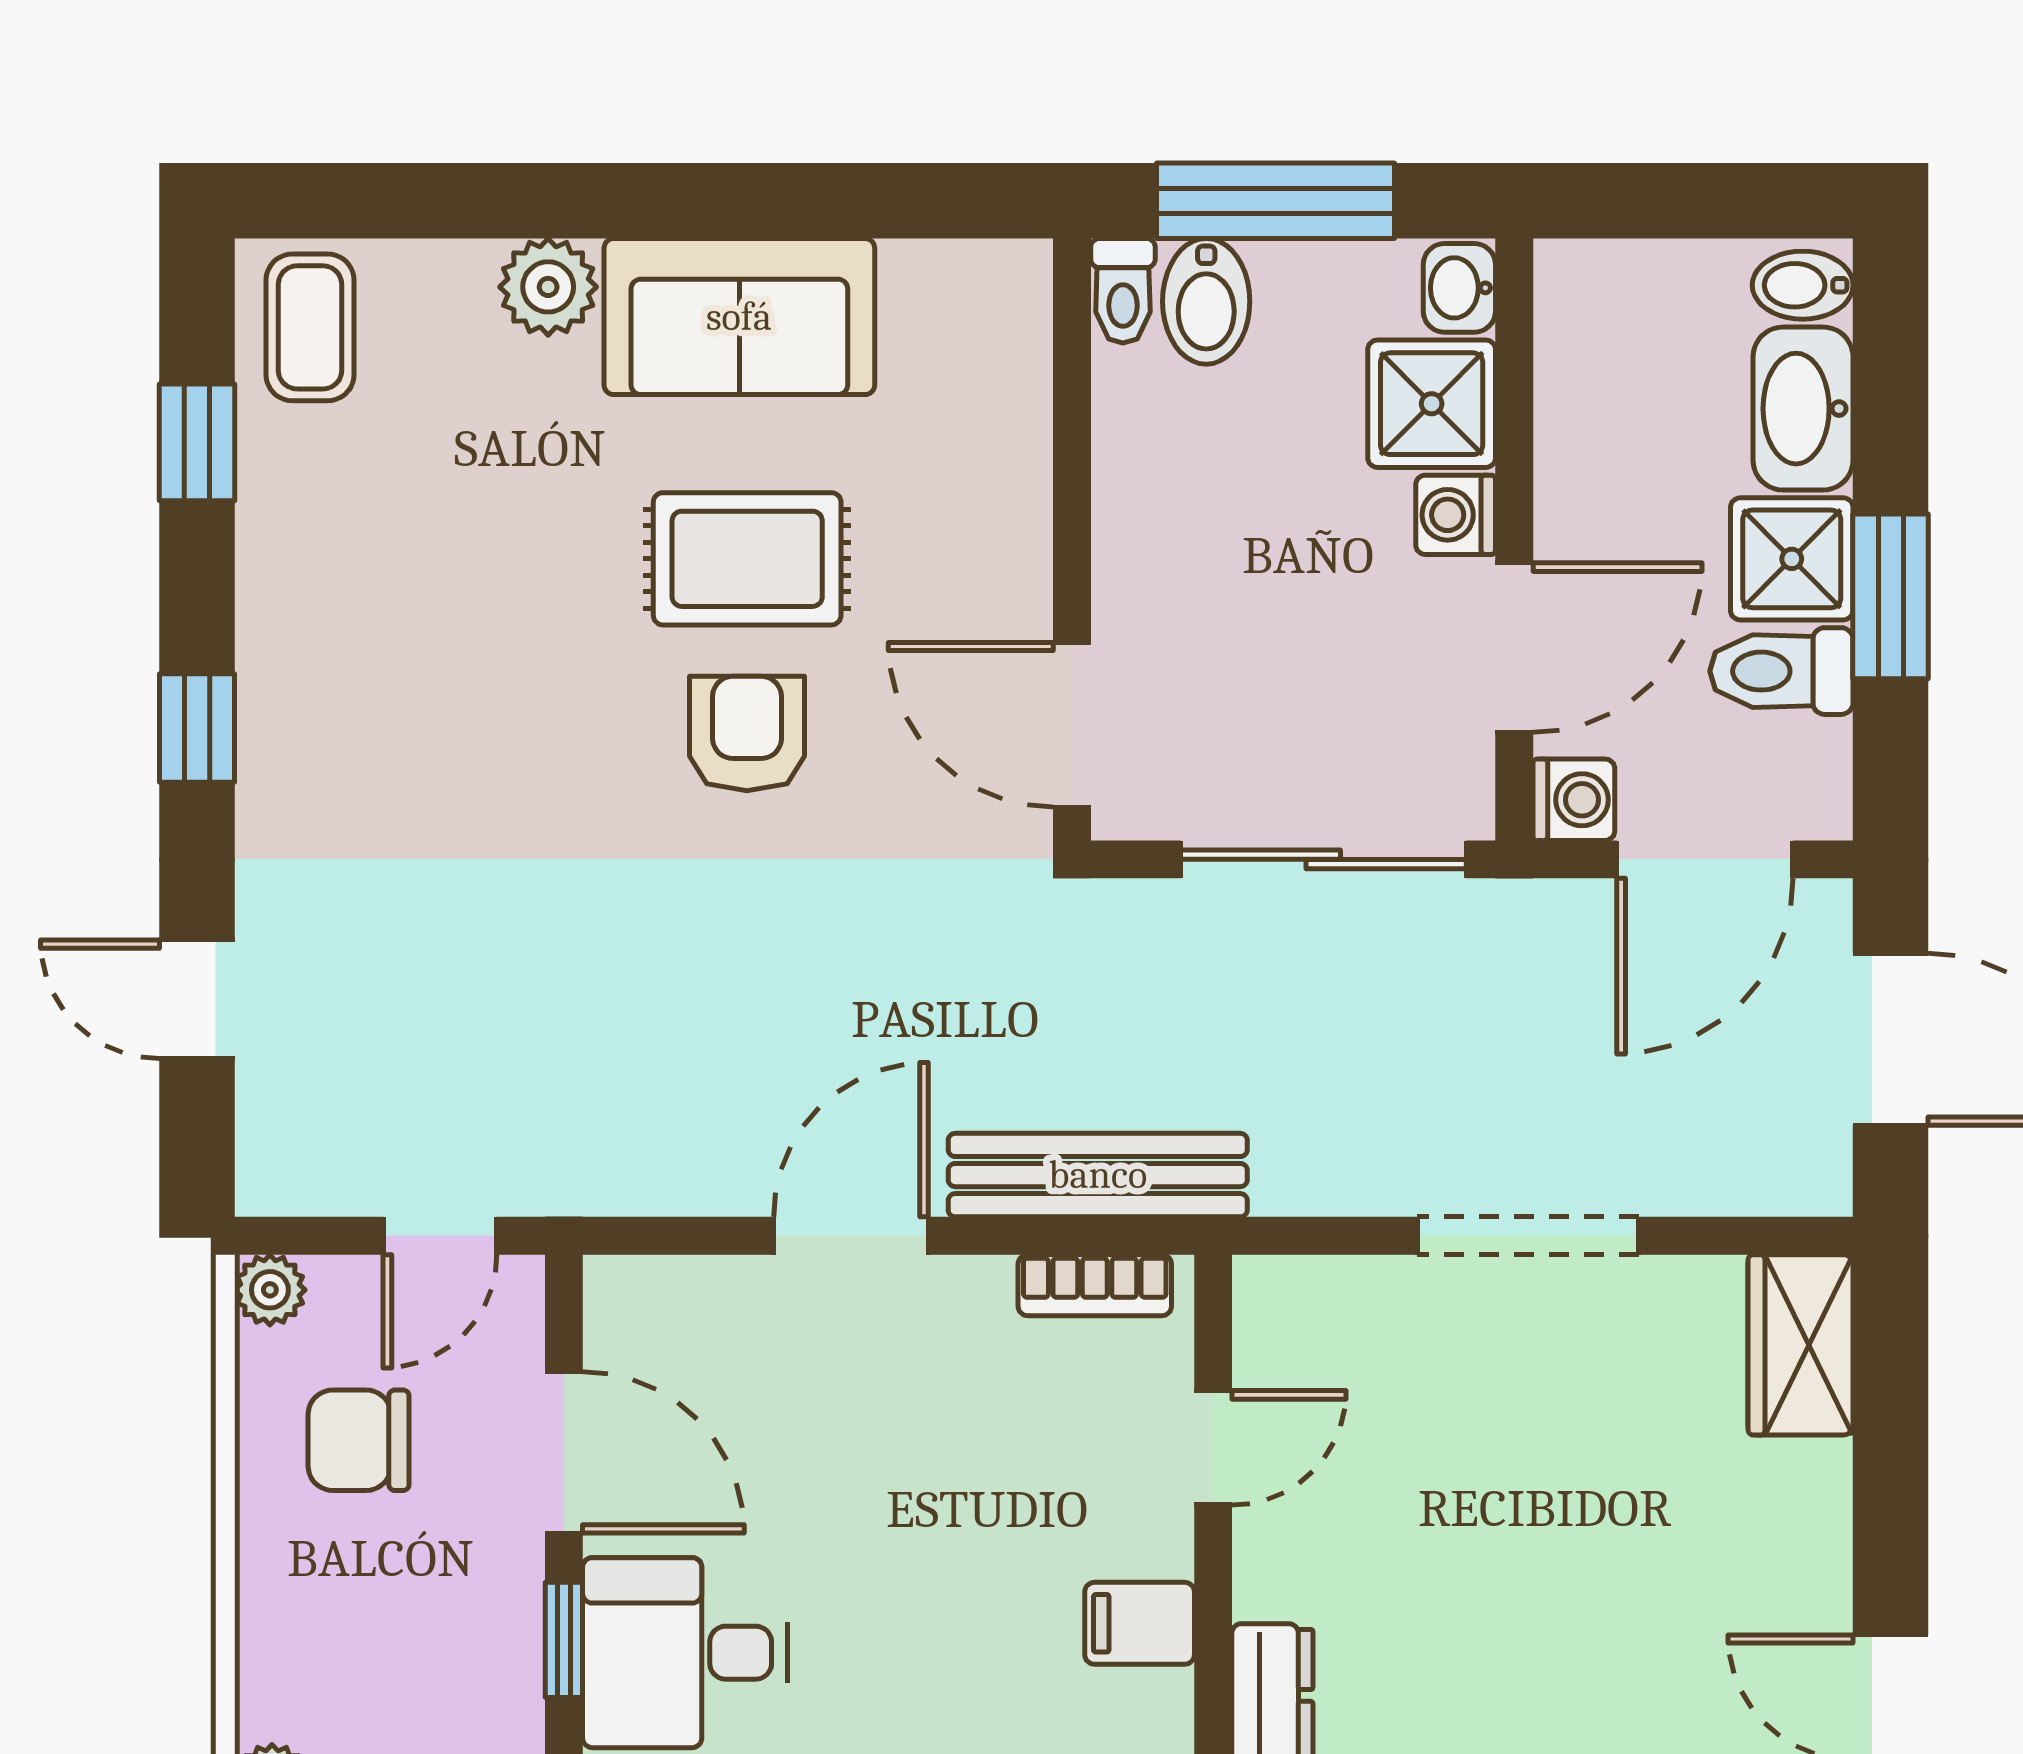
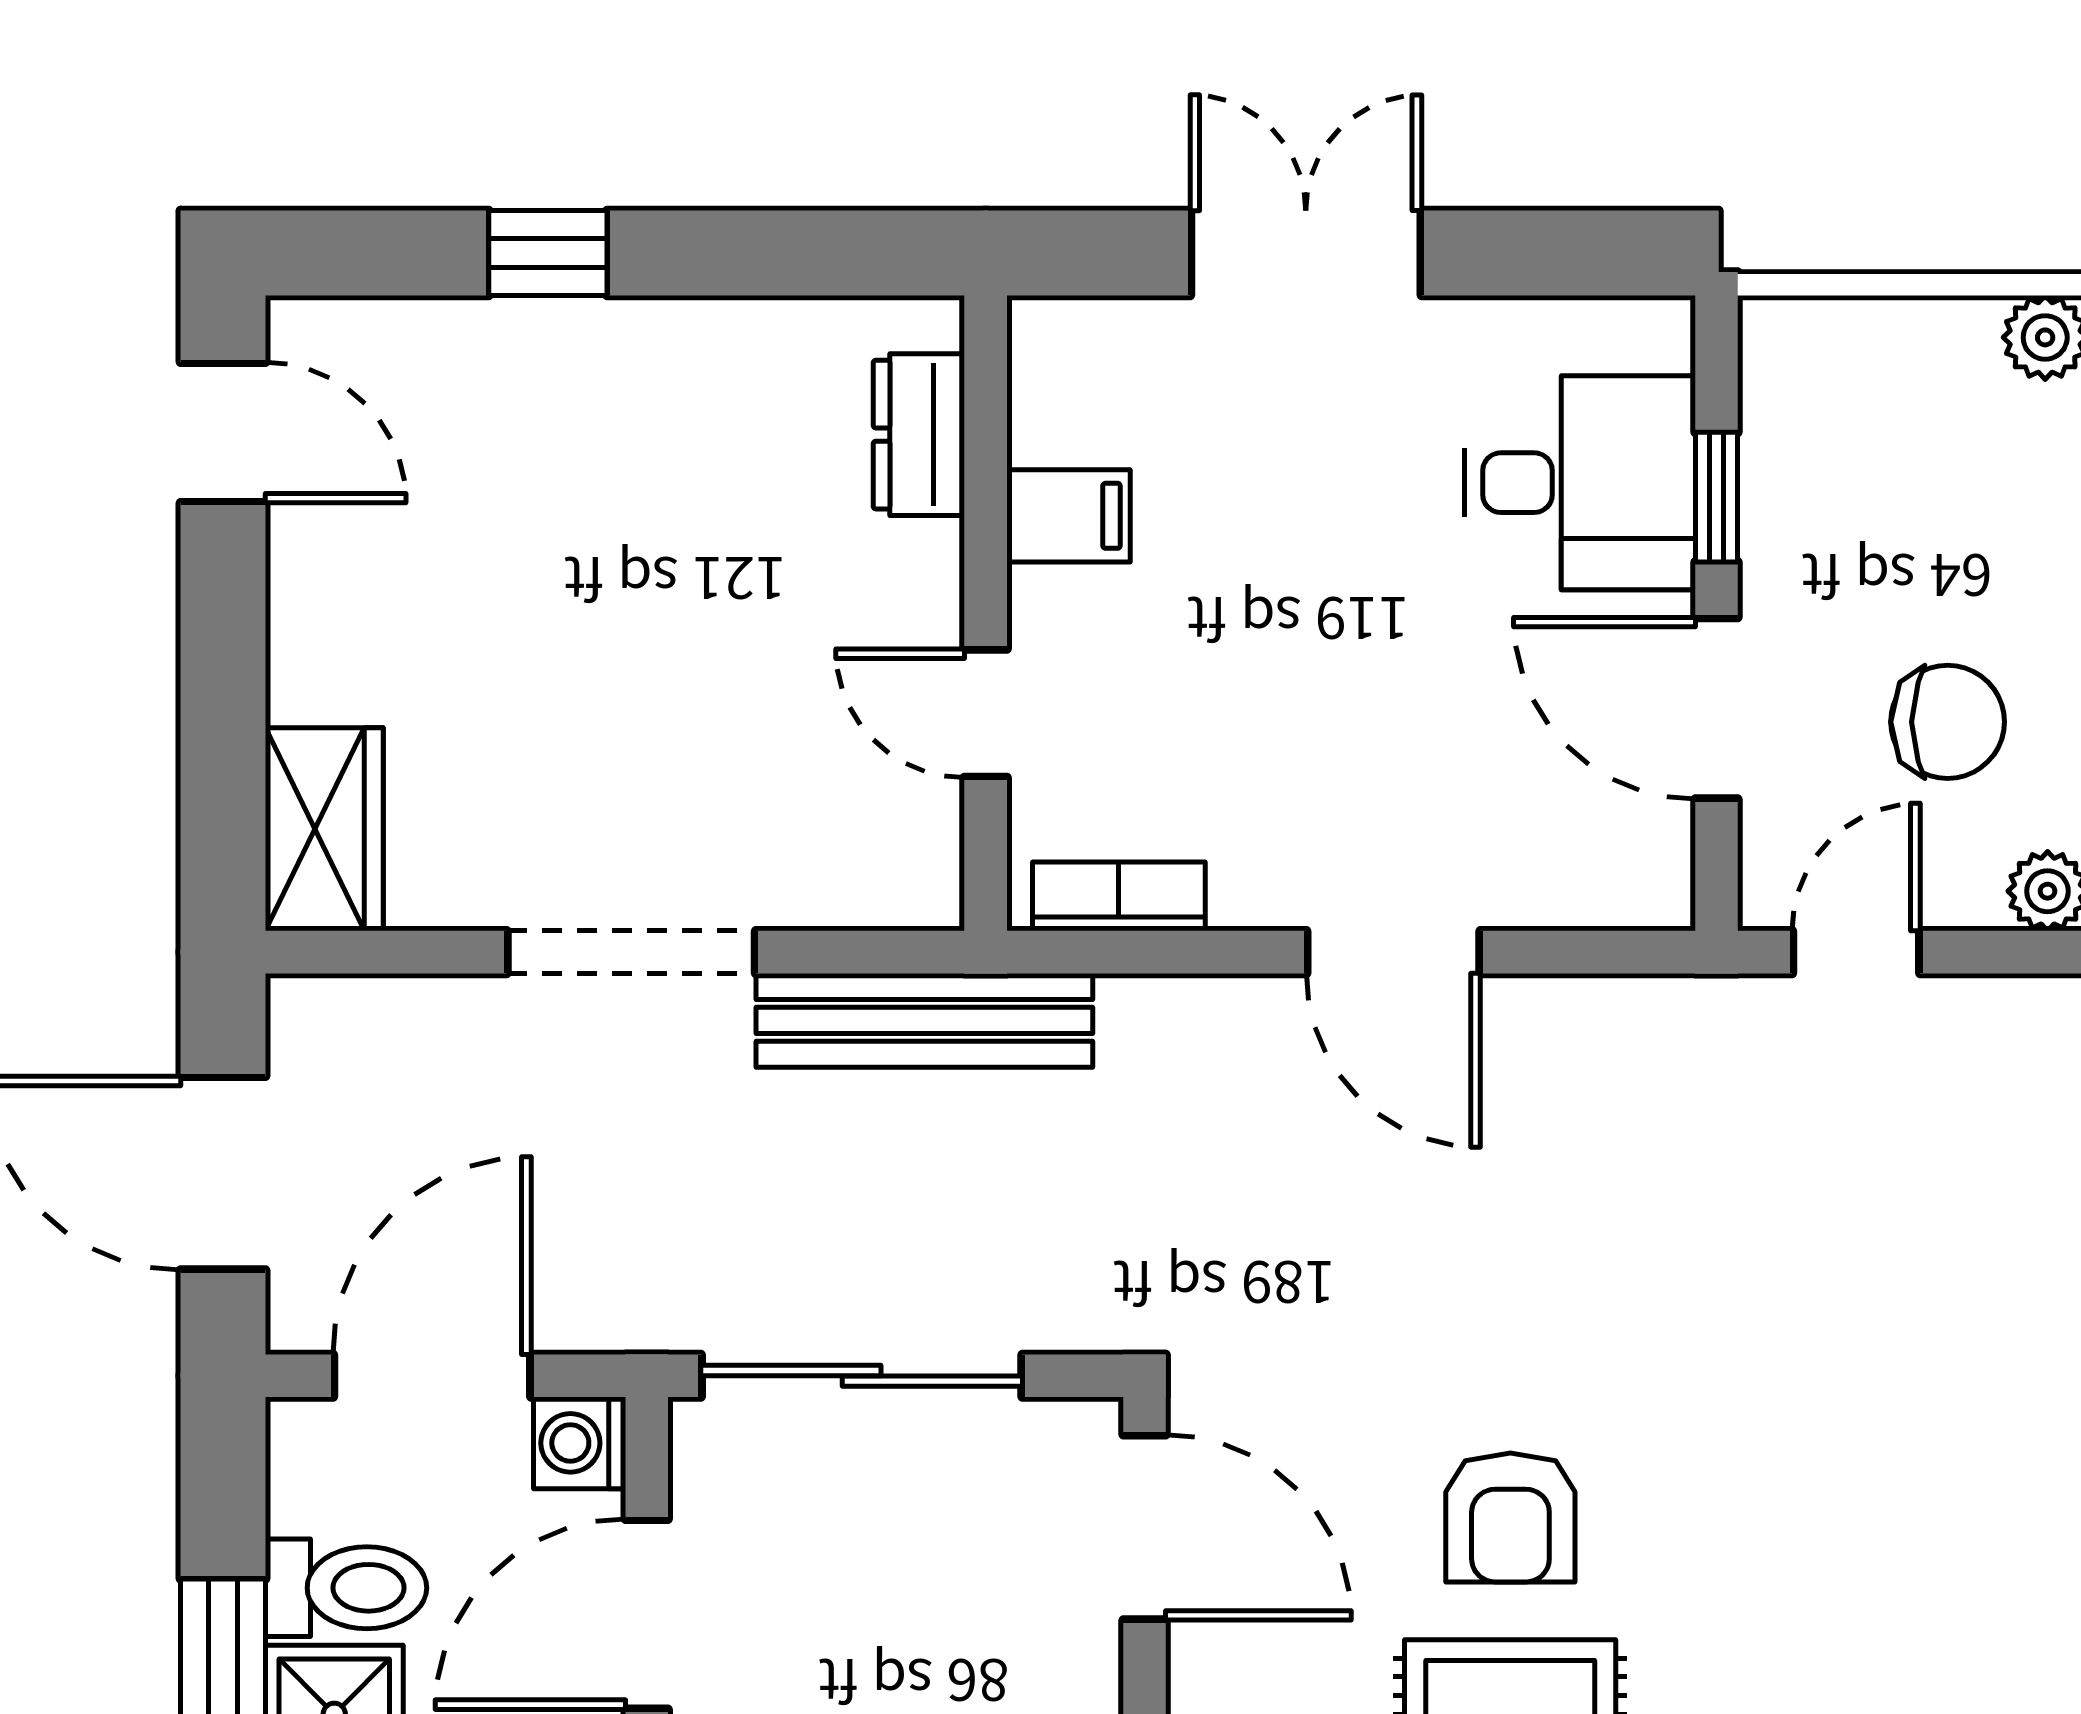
bench: (1098, 1175) -> (924, 1020), moved
door: (851, 1236) -> (1393, 952), hinge flipped
door: (1213, 1448) -> (986, 713), hinge flipped

